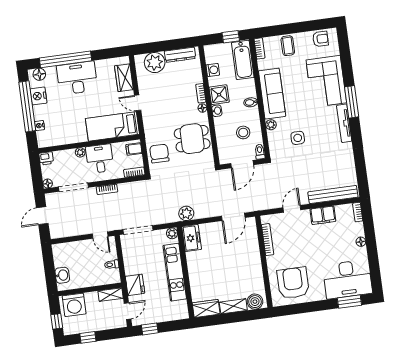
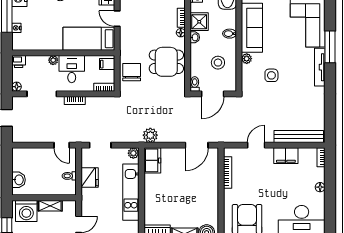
toilet: (260, 152) -> (195, 84), moved
doorway: (138, 230) -> (100, 145), width x0.73
fridge: (135, 285) -> (90, 178), moved
shelving: (111, 295) -> (50, 206), moved

